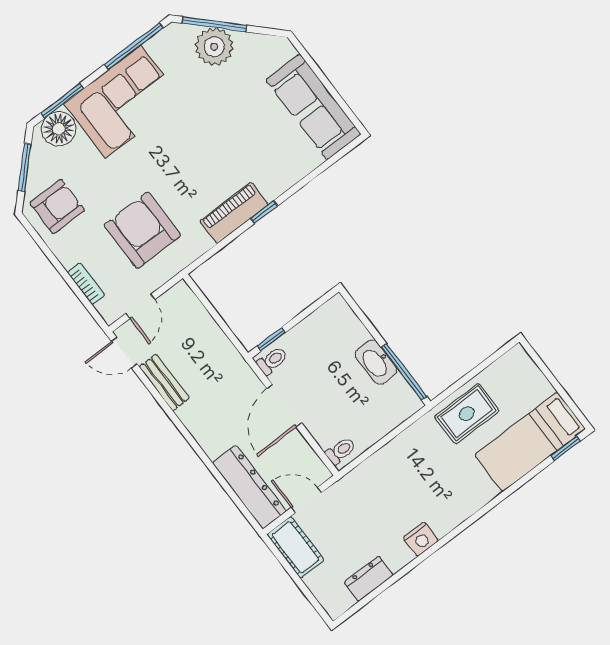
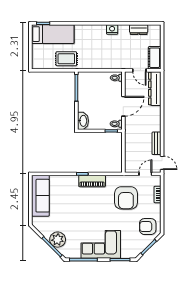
floor lamp: (59, 129) -> (128, 251), removed
washbasin: (376, 362) -> (83, 121), moved

